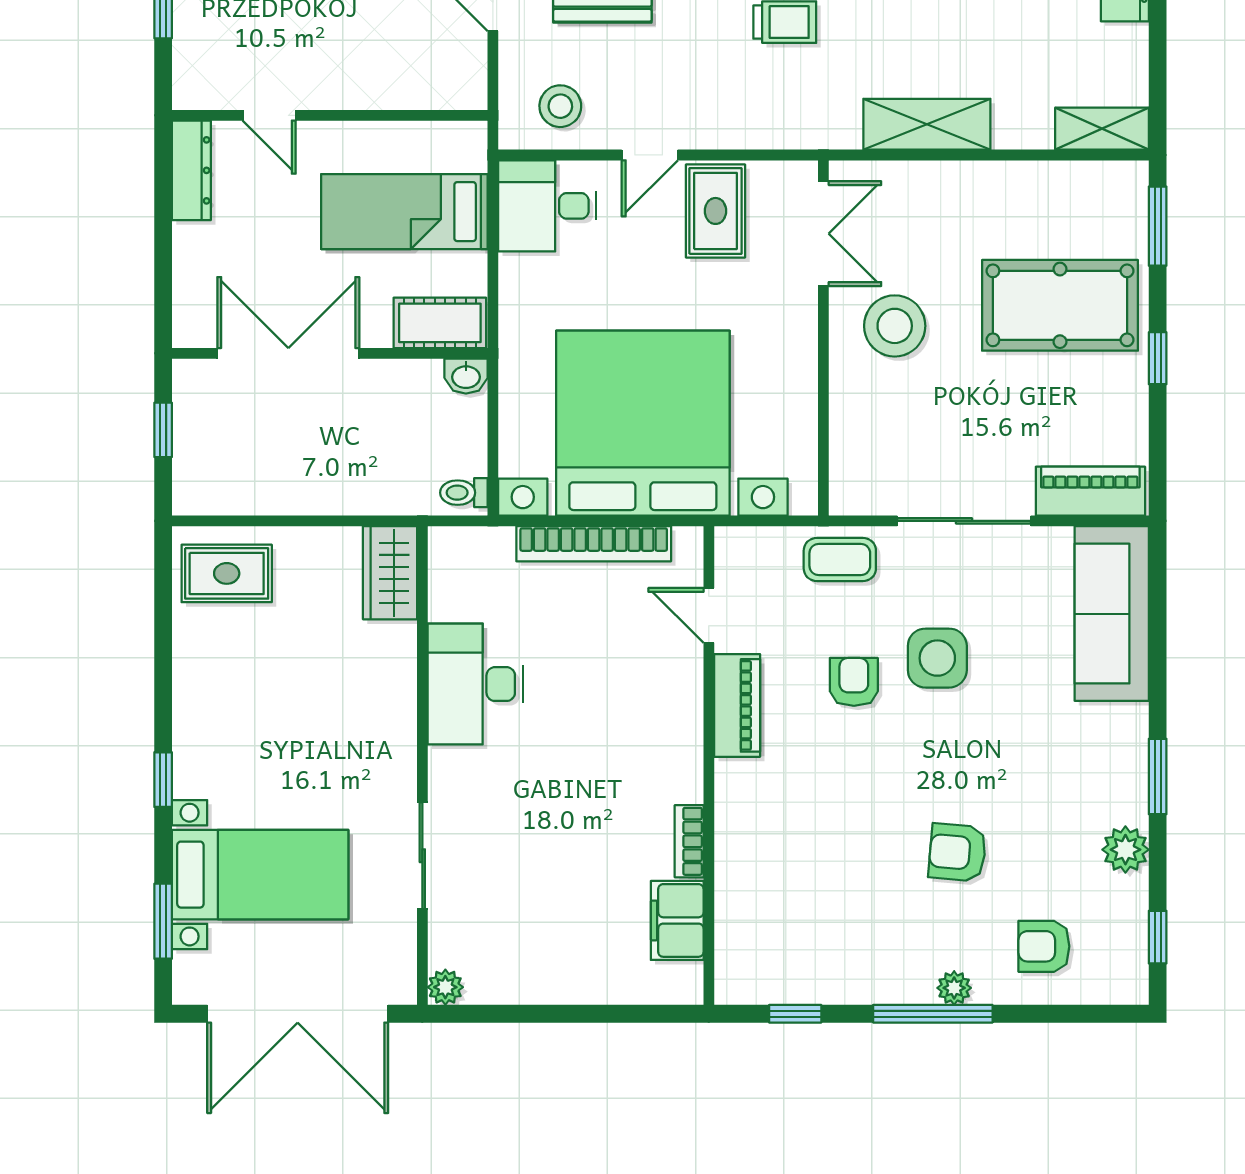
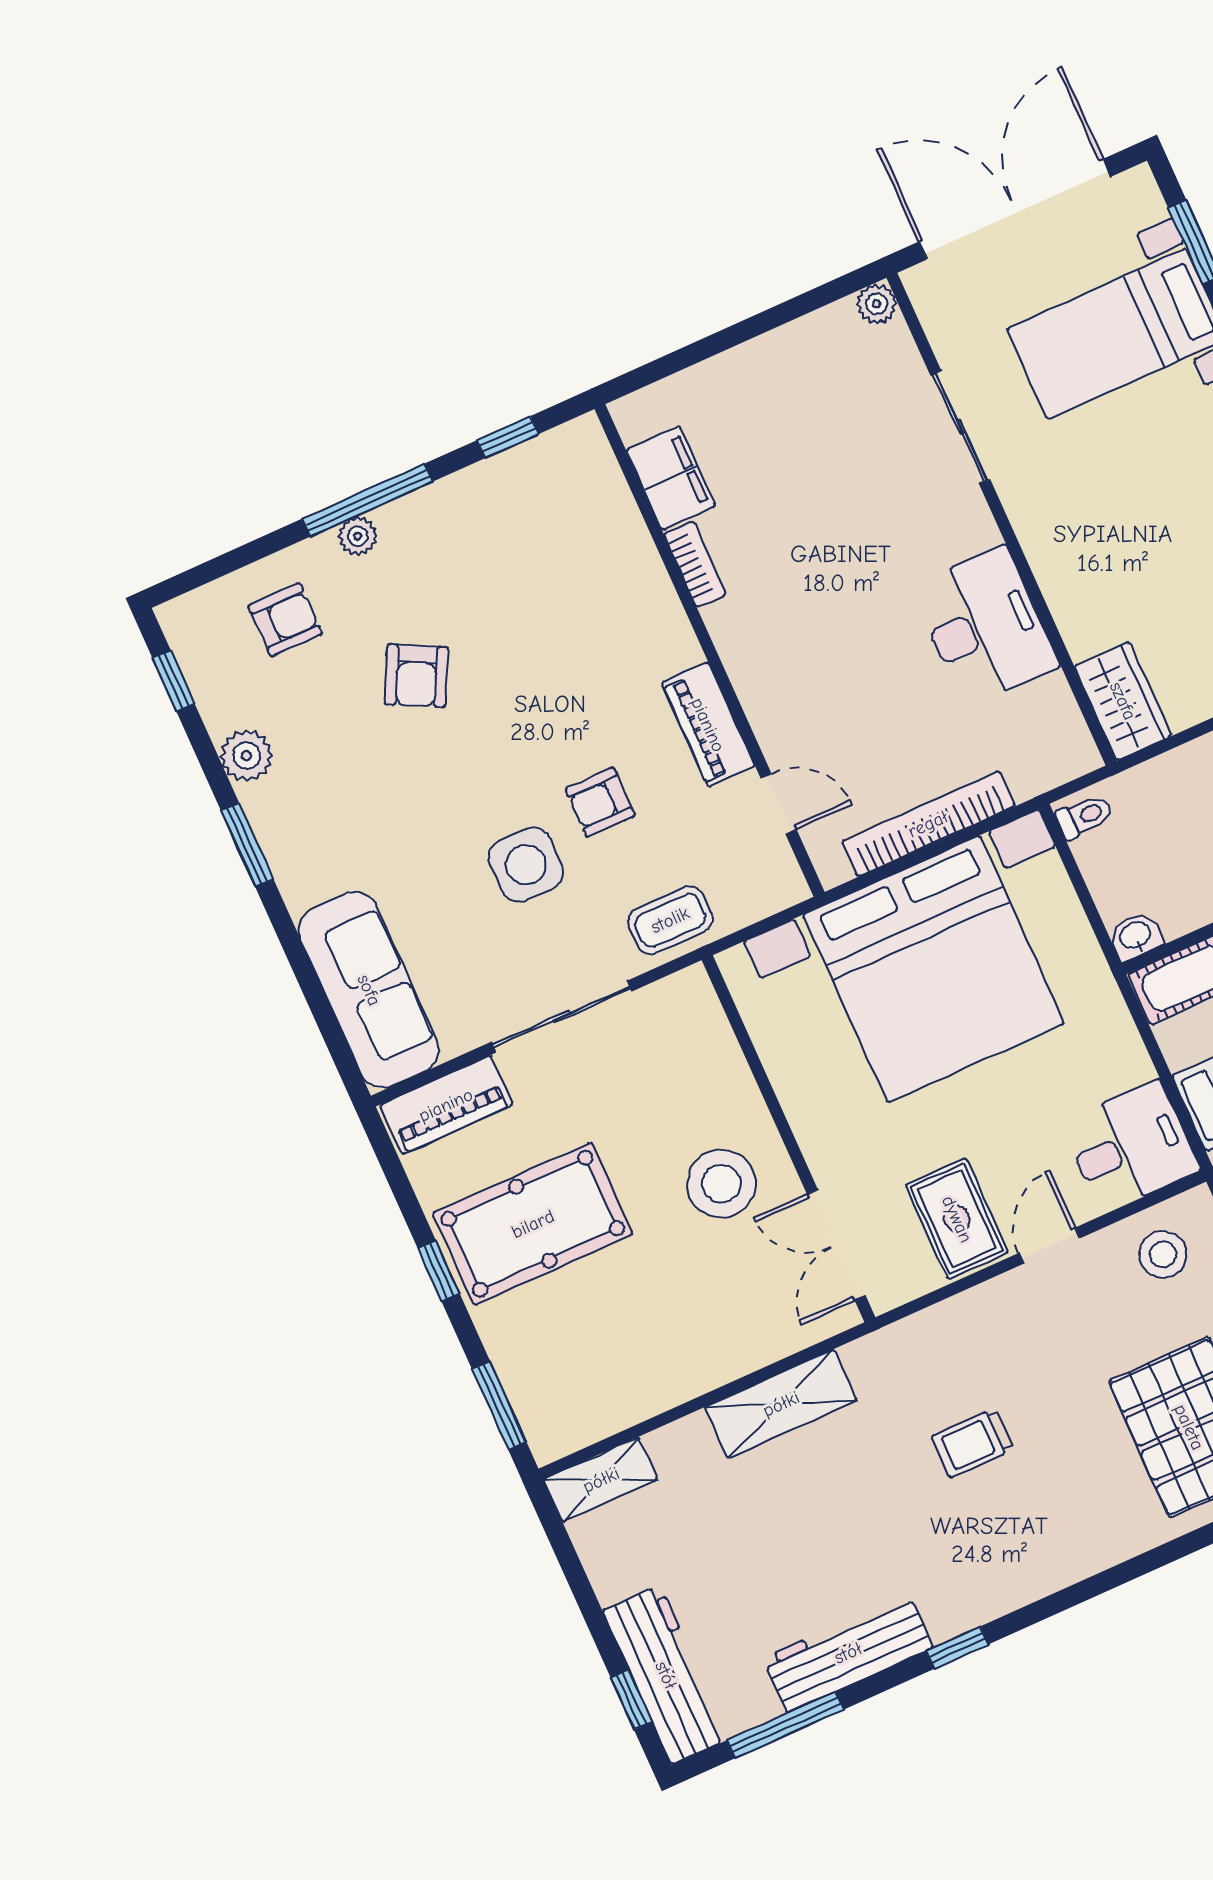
pool table: (1060, 305) -> (533, 1224), moved
armchair: (854, 682) -> (600, 802), turned 90
armchair: (957, 852) -> (416, 676), turned 112

